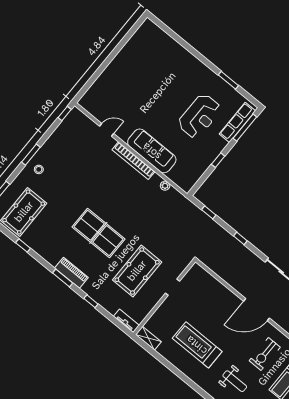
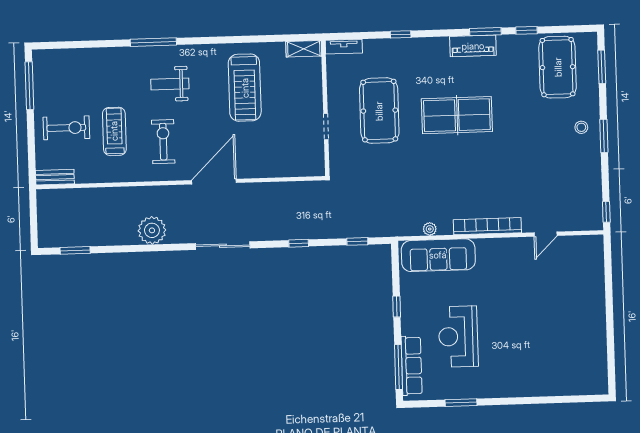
sofa: (152, 151) -> (438, 255), moved
piano: (71, 273) -> (473, 46), moved
window: (63, 278) -> (485, 32), moved
treadmill: (197, 345) -> (245, 88), turned 90

